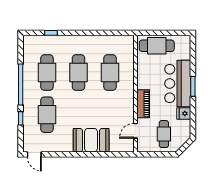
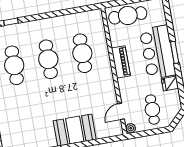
piano: (143, 104) -> (121, 62), moved
cafe table: (47, 115) -> (22, 111), removed
plant: (141, 147) -> (131, 128), added

